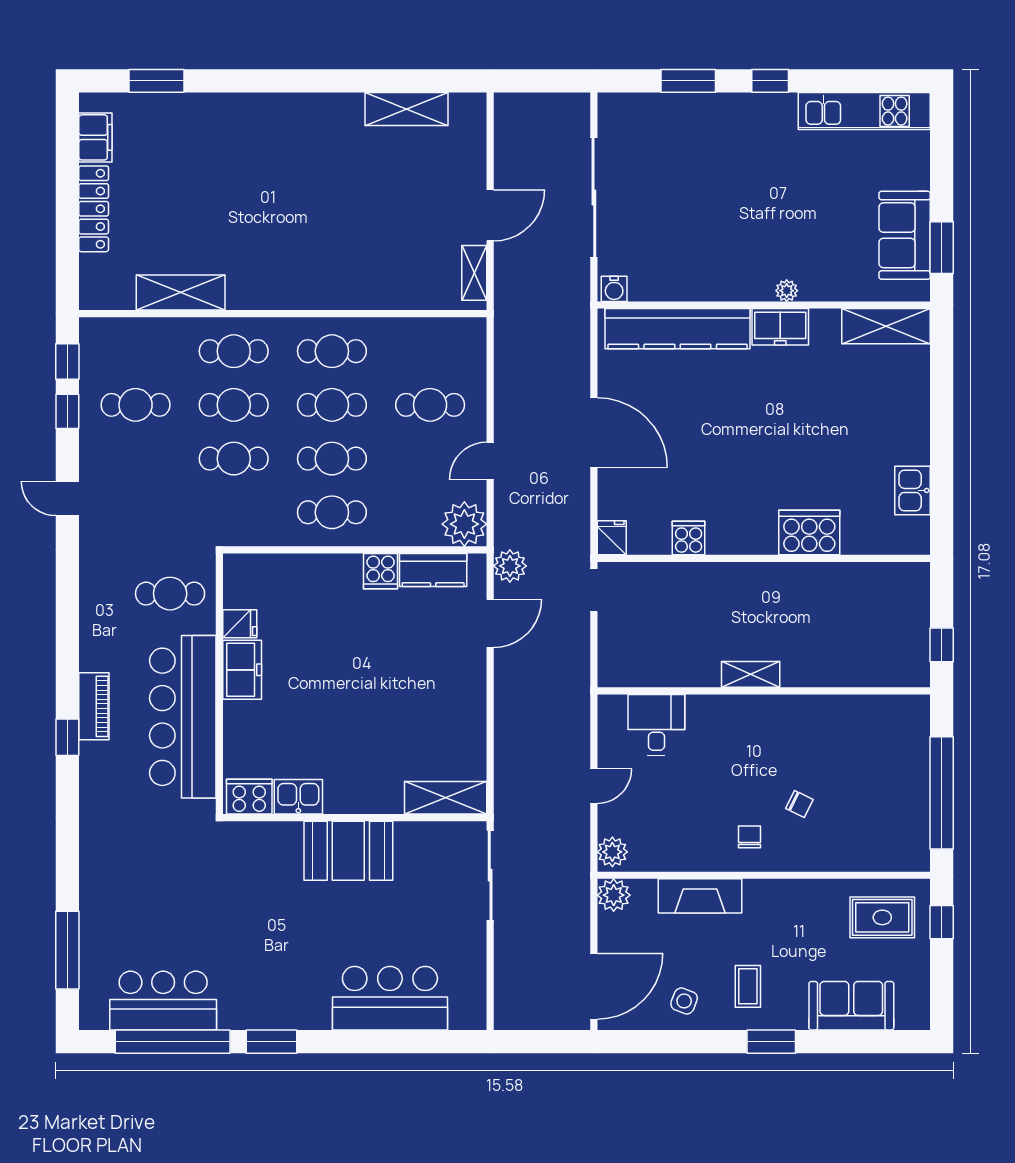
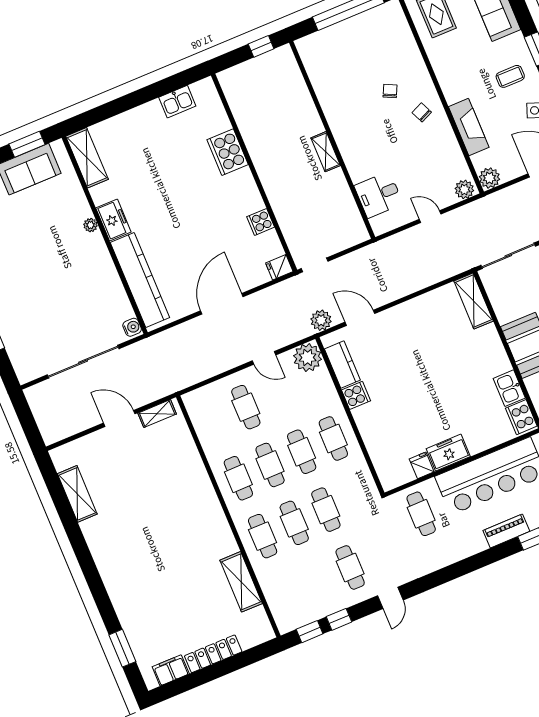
cafe table: (136, 405) -> (350, 567), moved
chair: (749, 837) -> (422, 112), turned 66

